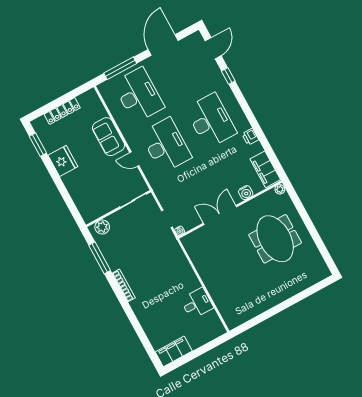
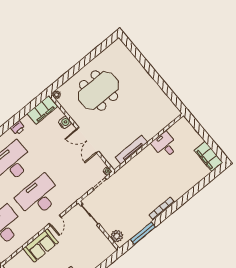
tv unit: (199, 263) -> (131, 150), added

